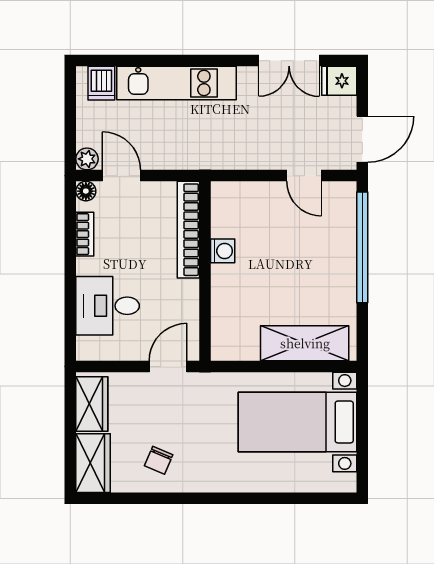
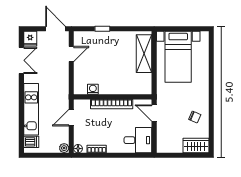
door: (121, 176) -> (71, 118), moved
bookcase: (188, 230) -> (112, 104), moved
window: (362, 247) -> (102, 29), width x0.32
washing machine: (223, 251) -> (93, 89), moved
desk: (108, 306) -> (138, 140), moved, turned -90
wardrobe: (92, 404) -> (170, 146), removed

